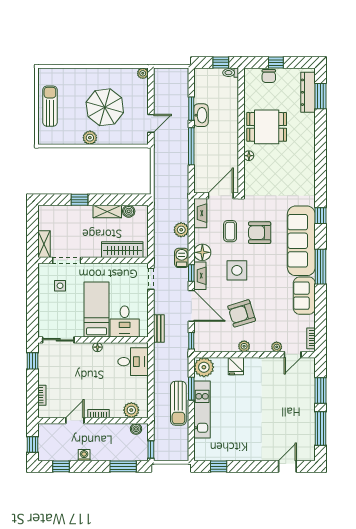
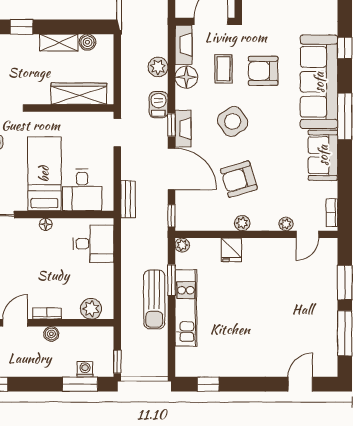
floor lamp: (202, 252) -> (186, 77), moved
side table: (237, 270) -> (233, 121), turned -34
plant: (204, 367) -> (182, 245), width x0.53, depth x0.53
boiler: (136, 429) -> (51, 334), moved
washing machine: (84, 455) -> (85, 369), moved

